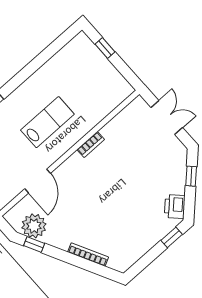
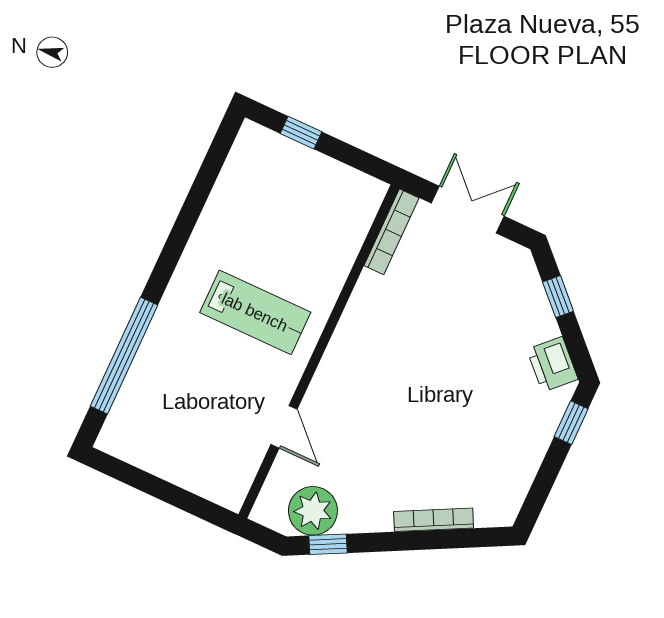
lab bench: (47, 122) -> (255, 312), turned 90
bookcase: (91, 145) -> (392, 232), moved, width x1.56
door: (38, 181) -> (284, 427), width x0.73

